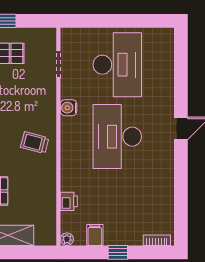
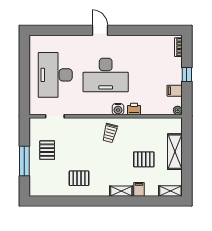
desk: (117, 65) -> (55, 75), turned -90
water cooler: (69, 108) -> (118, 109), moved
printer: (69, 201) -> (134, 109), moved

